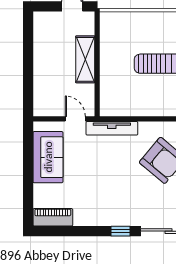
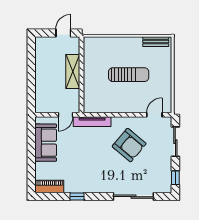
door: (75, 119) -> (65, 115), swing flipped
window: (120, 231) -> (77, 197), moved

